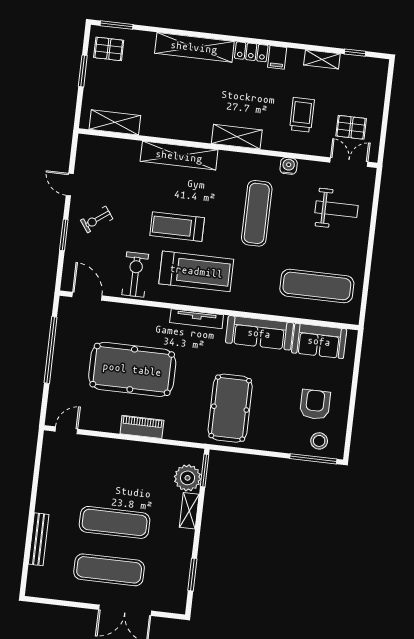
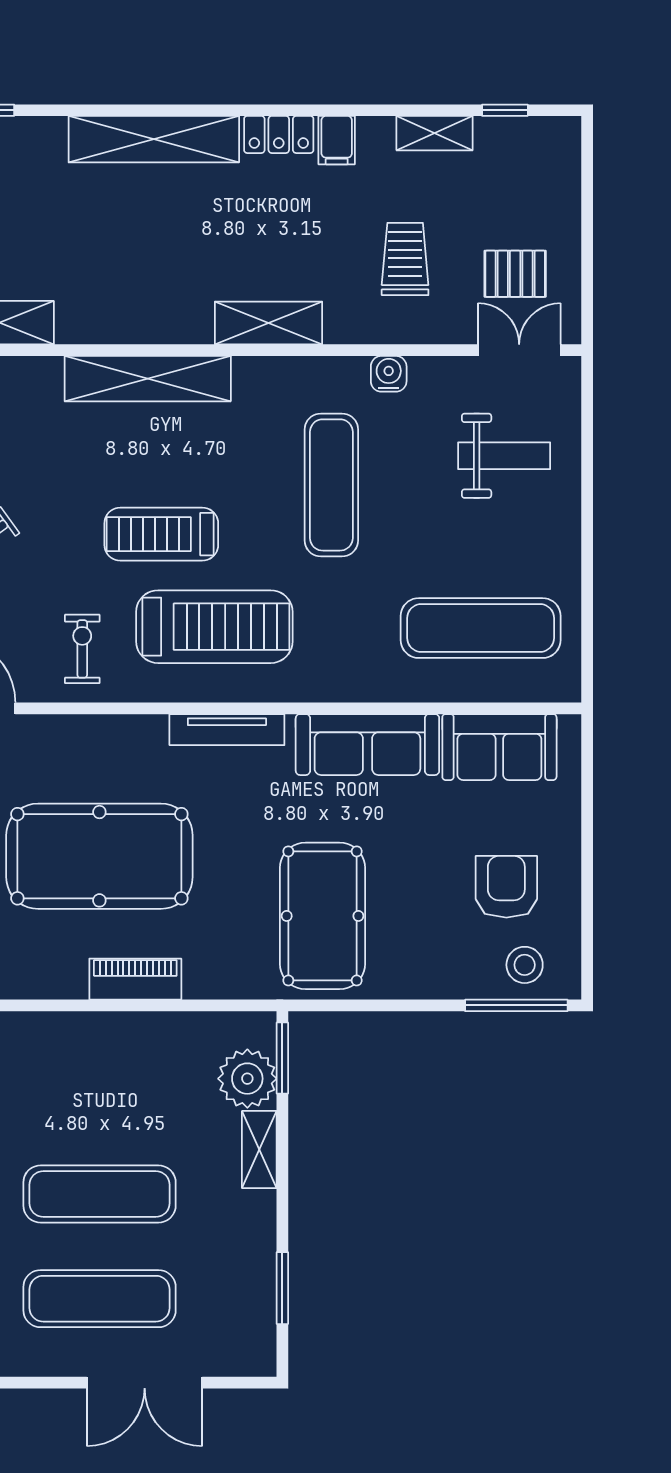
exercise bike: (135, 275) -> (82, 649), width x0.73, depth x0.72

